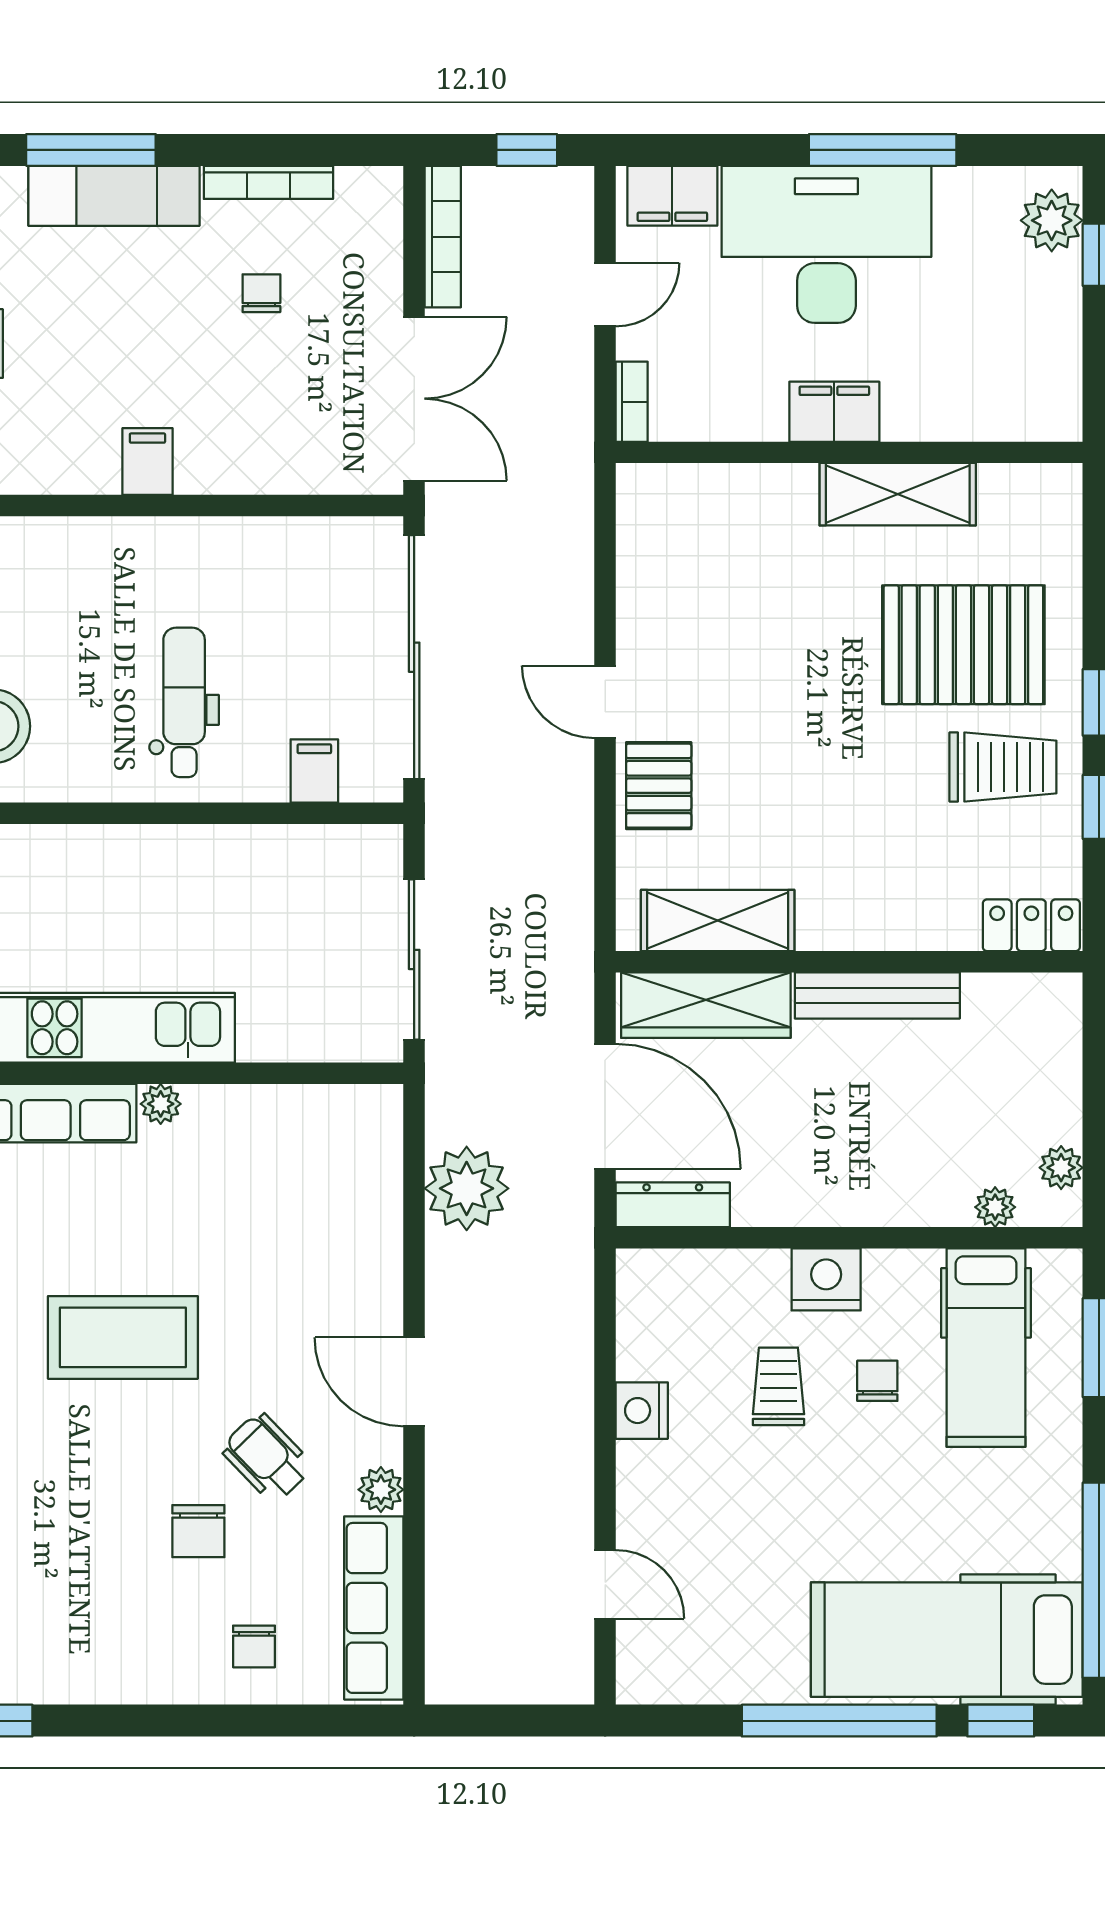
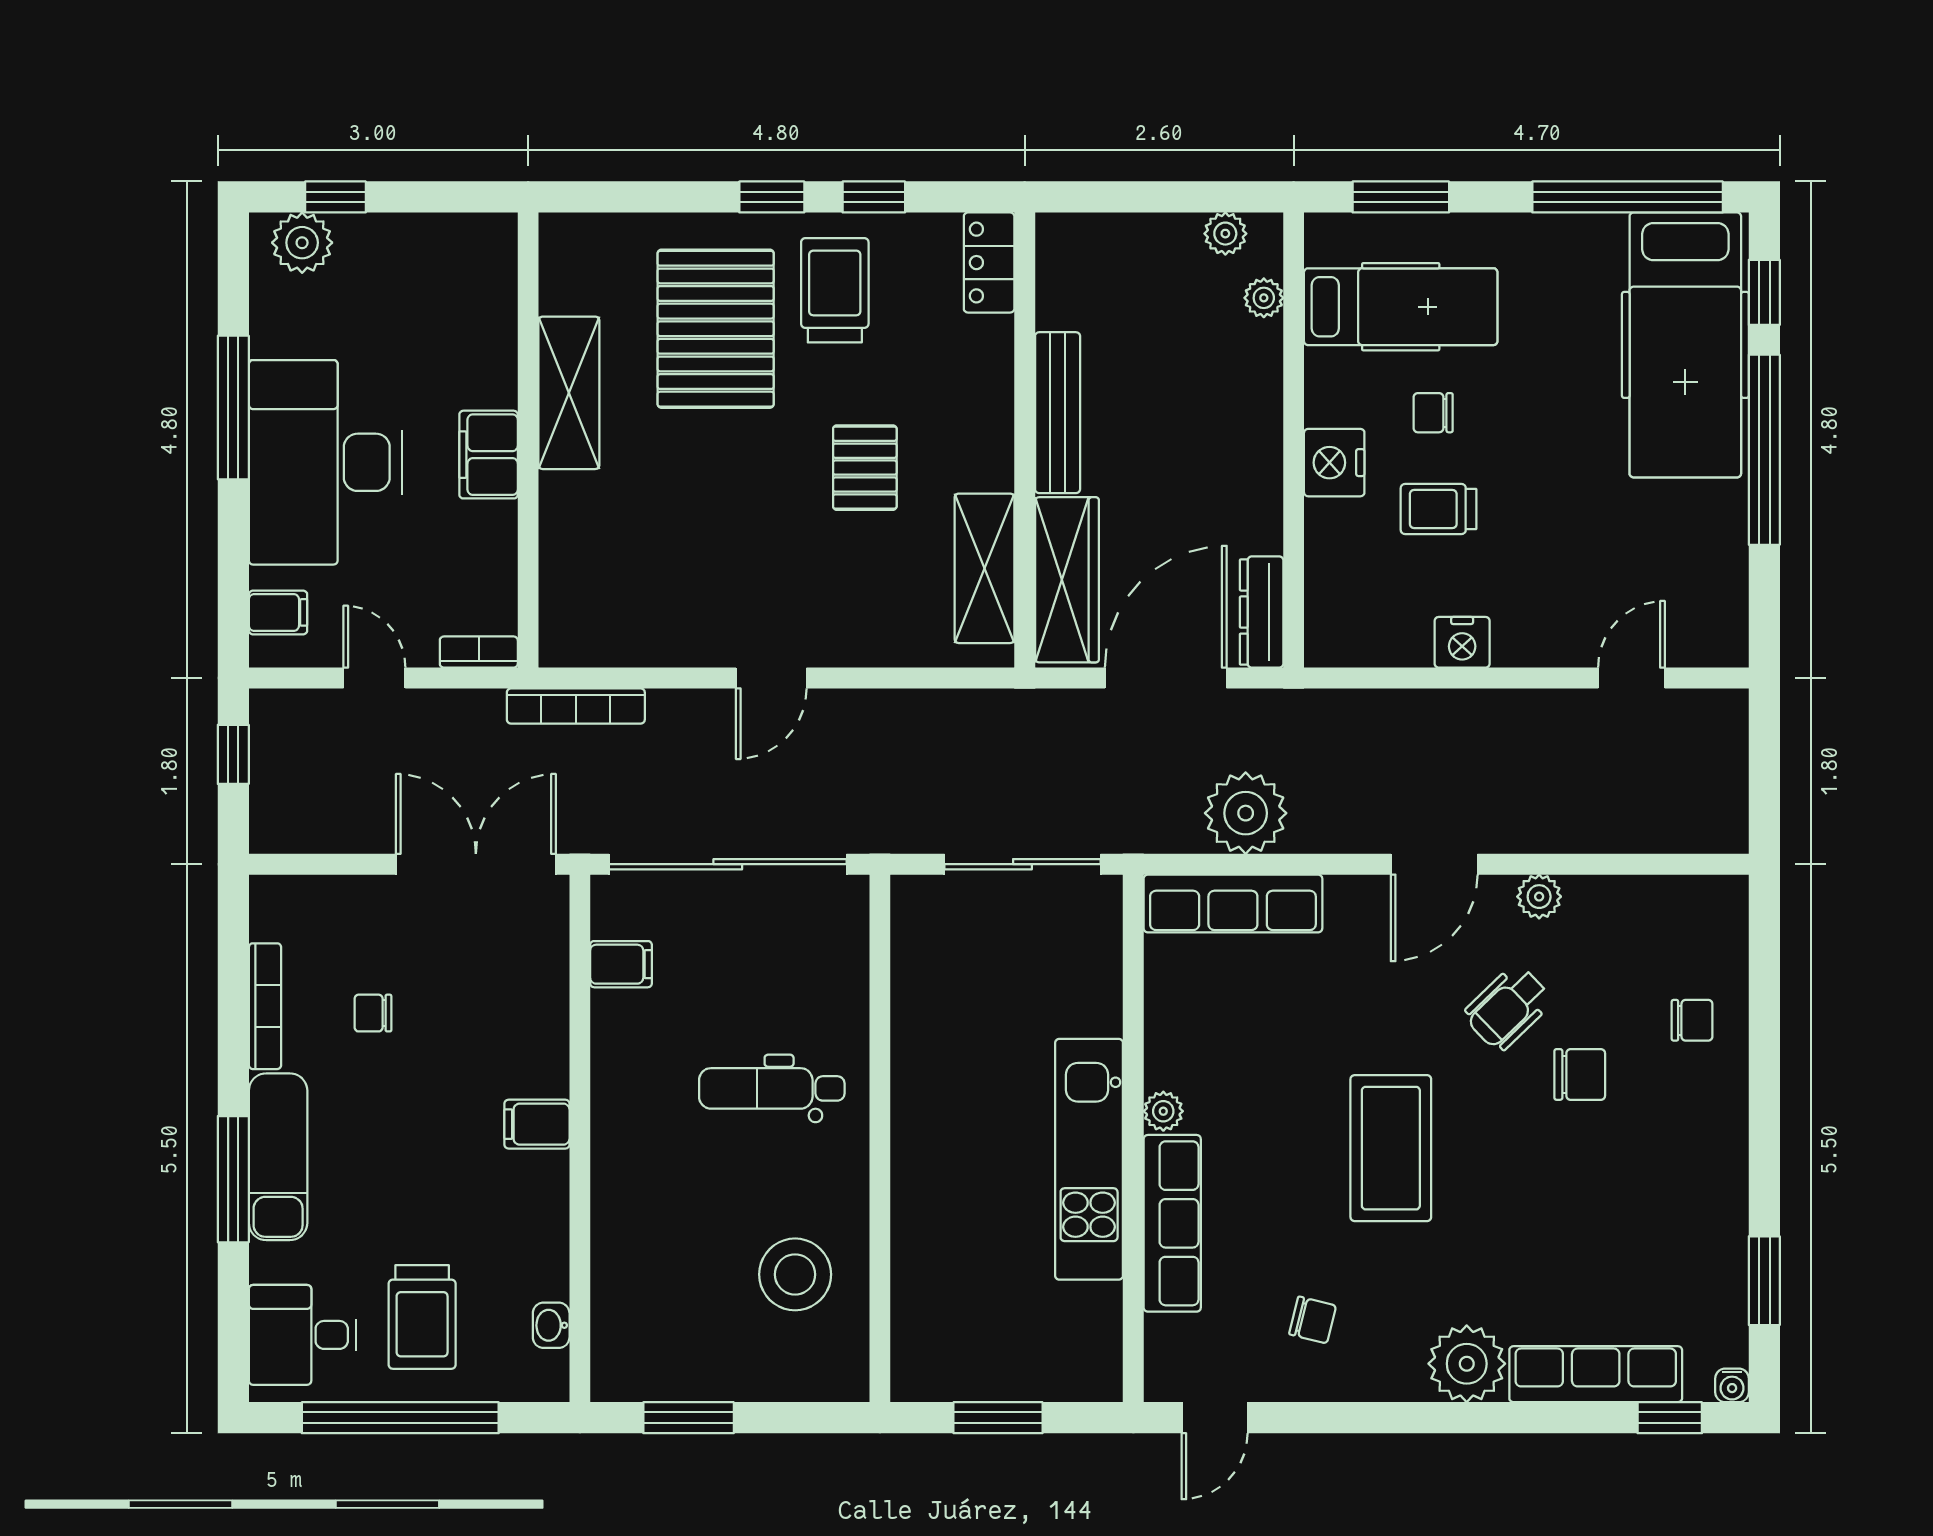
filing cabinet: (672, 196) -> (278, 612), width x0.50
bookcase: (443, 237) -> (576, 706), moved, turned 180
filing cabinet: (314, 771) -> (621, 964), moved, turned 180
pallet: (659, 786) -> (865, 468), moved, turned 90
row of seats: (374, 1608) -> (1233, 903), moved

